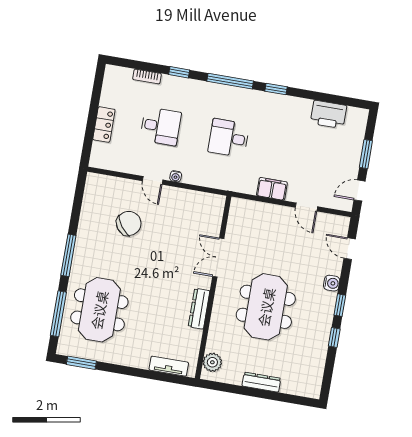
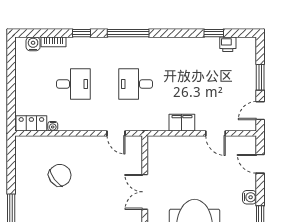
water cooler: (124, 75) -> (33, 44), added
window: (276, 89) -> (214, 33), moved
printer: (328, 114) -> (228, 44), width x0.53, depth x0.68
locker: (104, 125) -> (31, 123), moved, turned -90
water cooler: (176, 176) -> (53, 126), moved
door: (153, 180) -> (116, 133), moved

